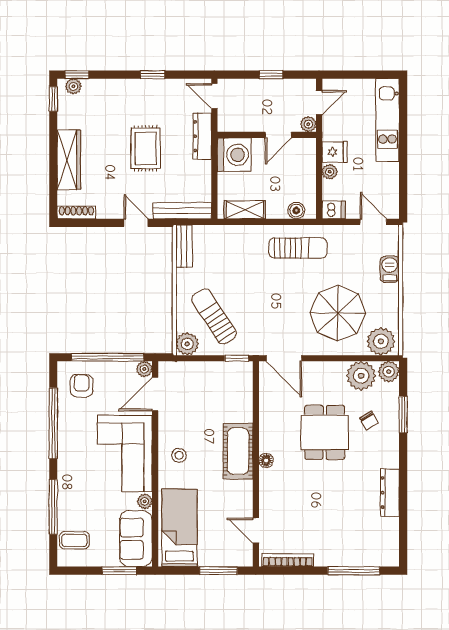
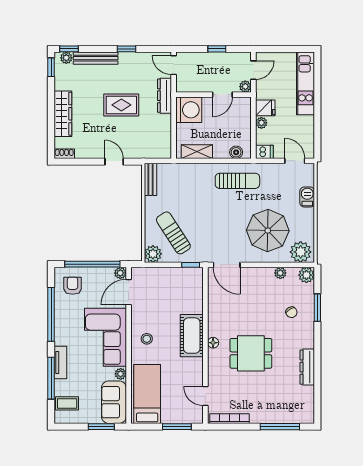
rug: (146, 148) -> (121, 105), turned 90
bench: (182, 211) -> (96, 58), moved
shoe rack: (76, 212) -> (64, 154), width x0.70
plant: (361, 376) -> (280, 273), width x0.53, depth x0.53
dining table: (325, 432) -> (251, 353), moved, turned 90
tv unit: (65, 486) -> (60, 362), added

